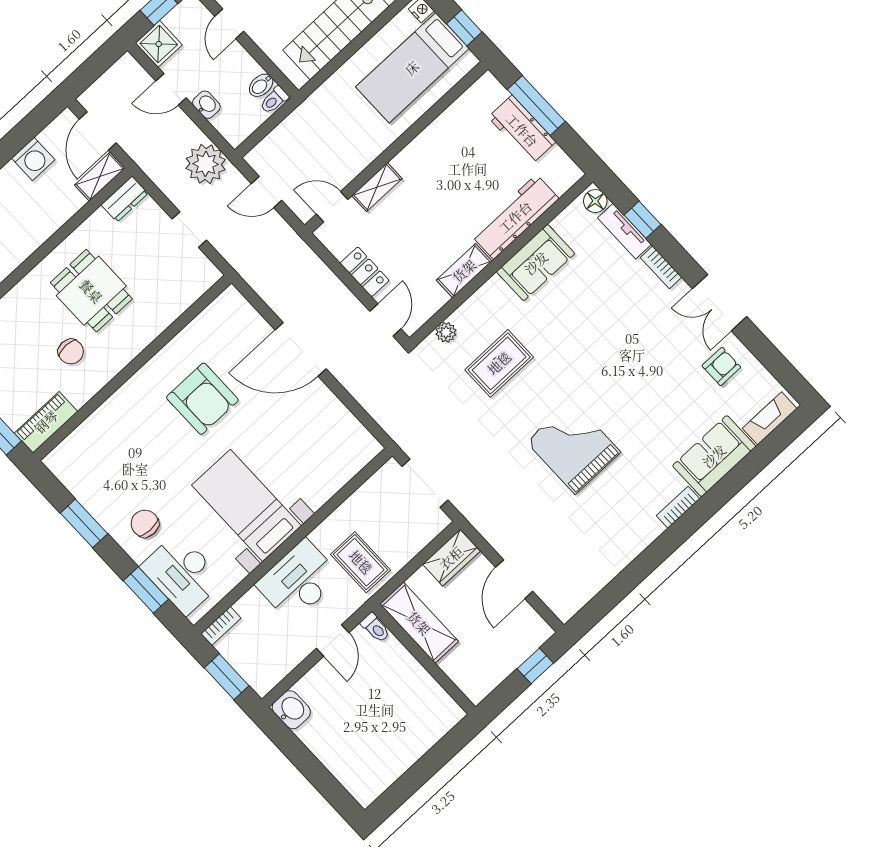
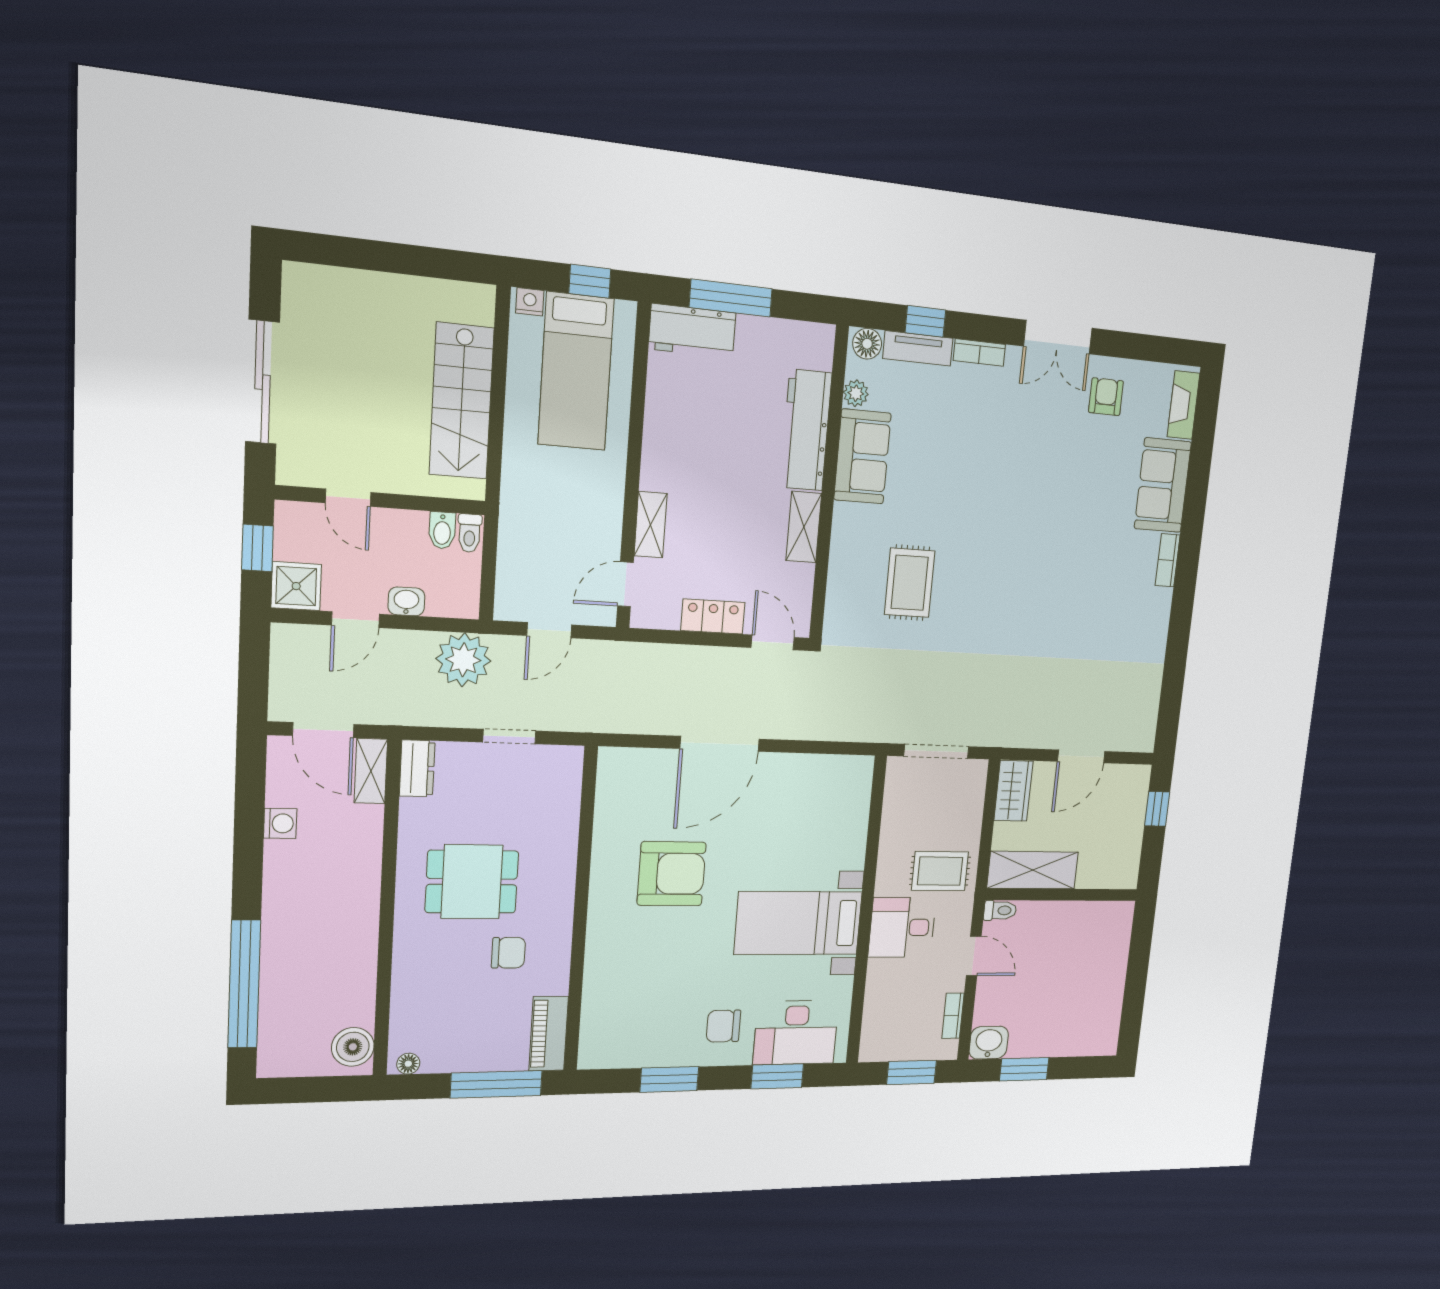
workbench: (522, 130) -> (692, 331), moved
washing machine: (33, 159) -> (280, 823), width x0.73, depth x0.73
plant: (446, 332) -> (856, 393), moved
grand piano: (573, 447) -> (1037, 594), removed
door: (514, 579) -> (1081, 756), hinge flipped
desk: (298, 581) -> (902, 927), width x0.73
bookcase: (221, 626) -> (953, 1016), moved, turned 180
window: (298, 753) -> (1024, 1069), added

